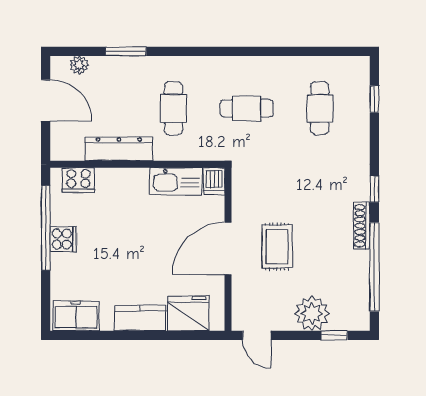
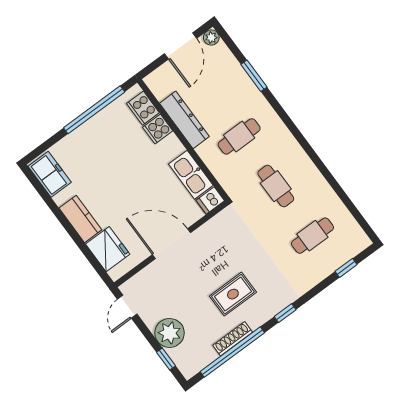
plant: (79, 65) -> (211, 38), moved
shoe rack: (362, 226) -> (233, 339), moved
cooker: (63, 239) -> (158, 129), moved, turned 90
rug: (277, 246) -> (233, 294), moved

